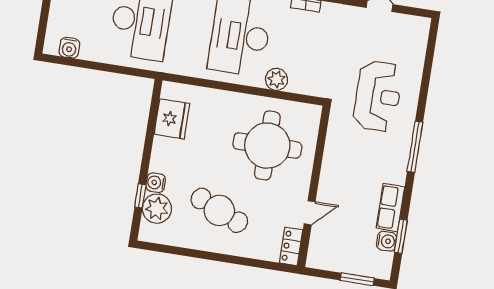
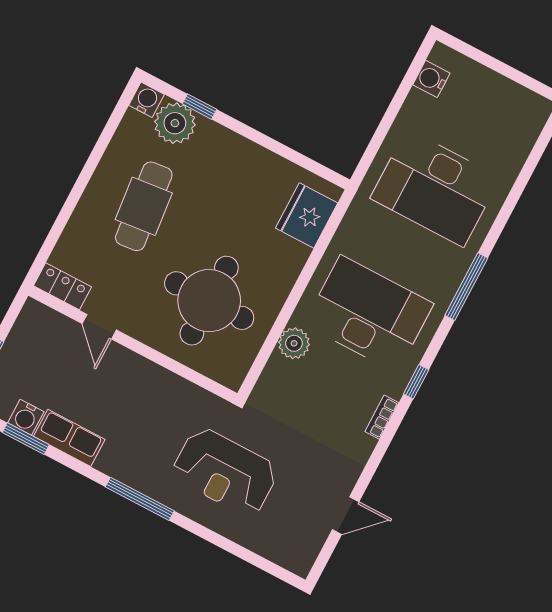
fridge: (172, 119) -> (307, 215), moved, turned 90
water cooler: (156, 183) -> (146, 100), moved
cafe table: (219, 210) -> (144, 206), turned -30

